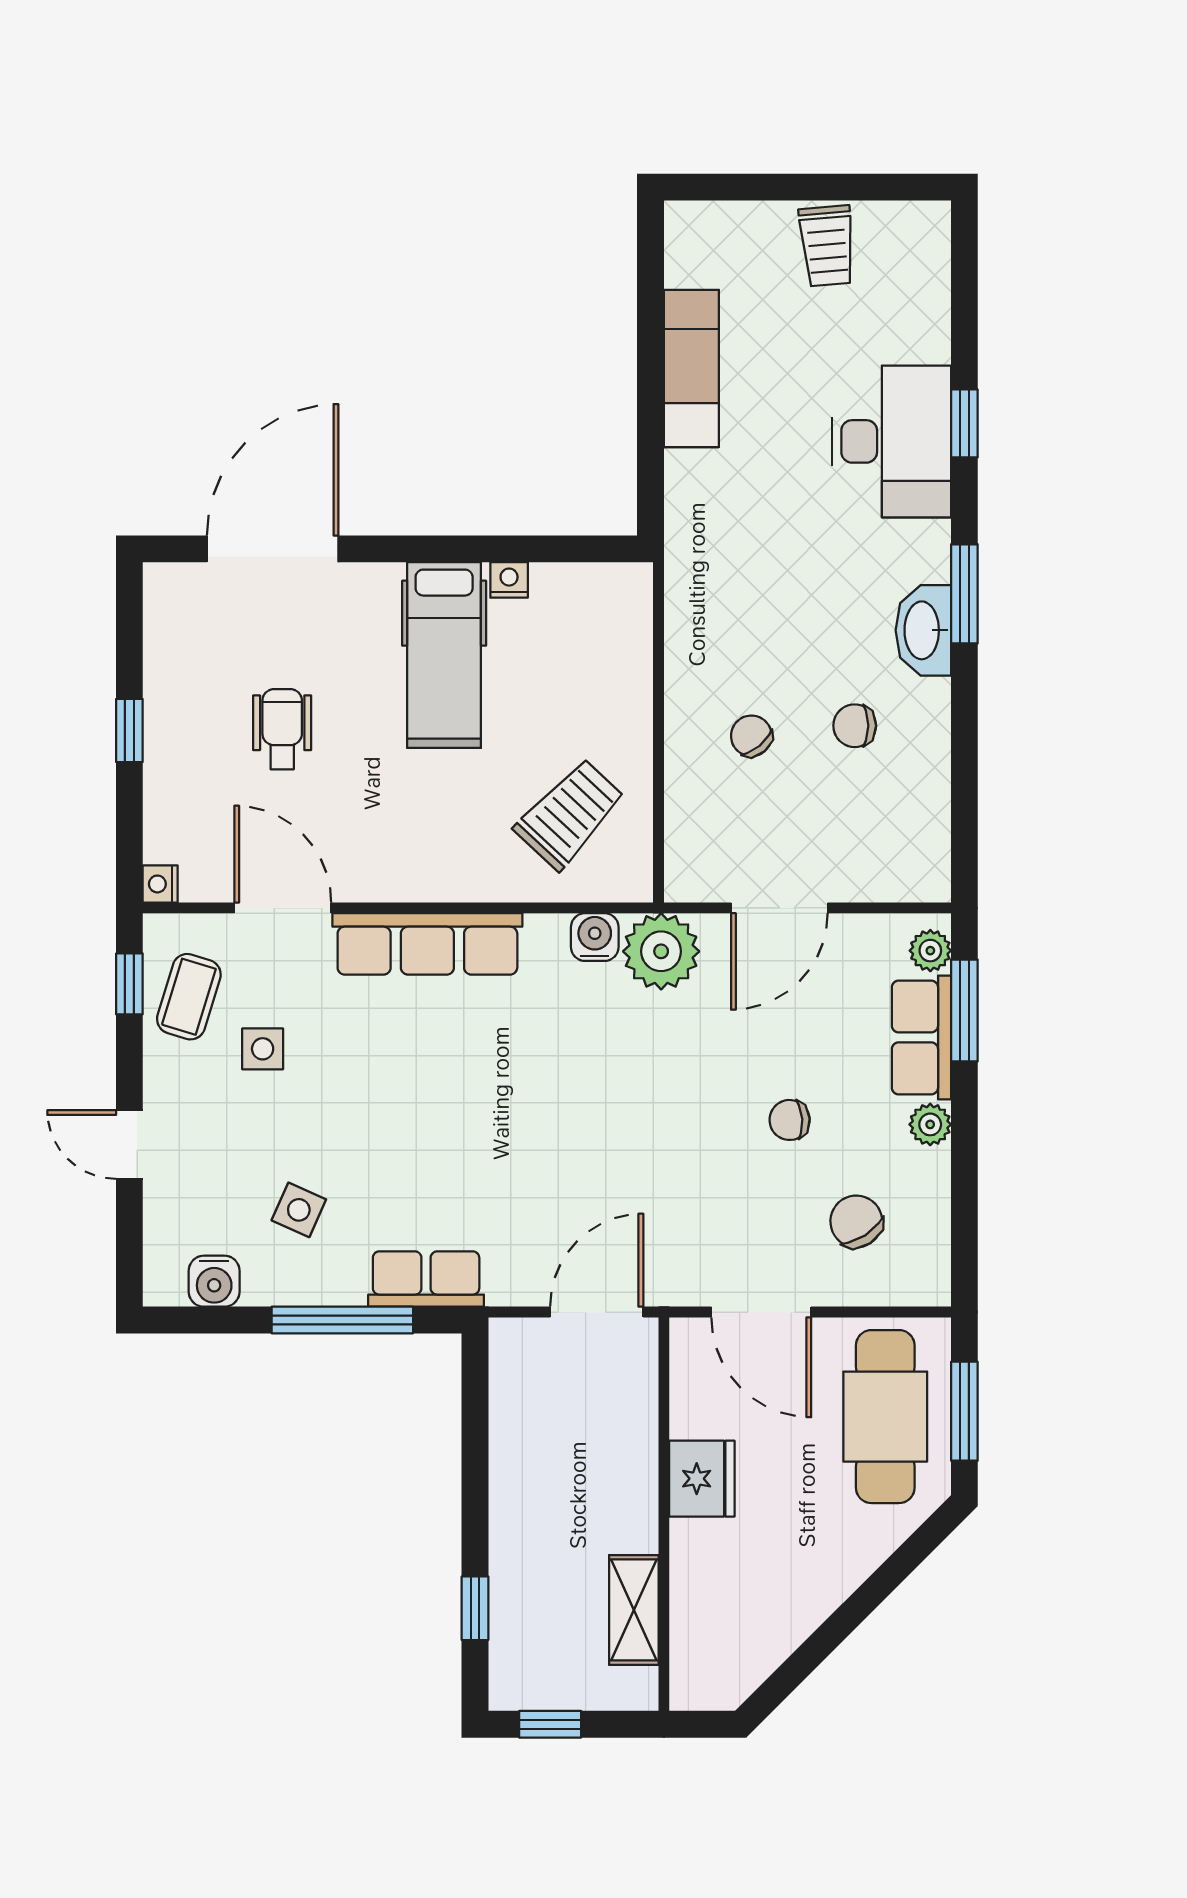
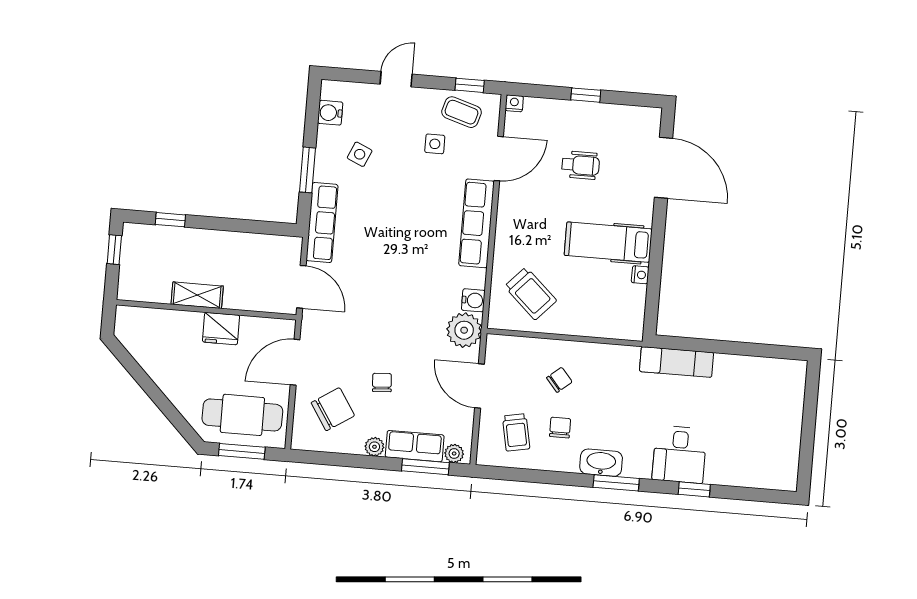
trolley: (827, 246) -> (516, 432), moved, turned -96
exam couch: (691, 368) -> (677, 362), moved
desk: (891, 441) -> (679, 454), width x0.73
chair: (856, 1221) -> (333, 409), width x1.37, depth x1.37
row of seats: (426, 1279) -> (322, 223), width x1.48
window: (342, 1320) -> (307, 170), width x0.69
shelving: (634, 1610) -> (197, 295), moved

